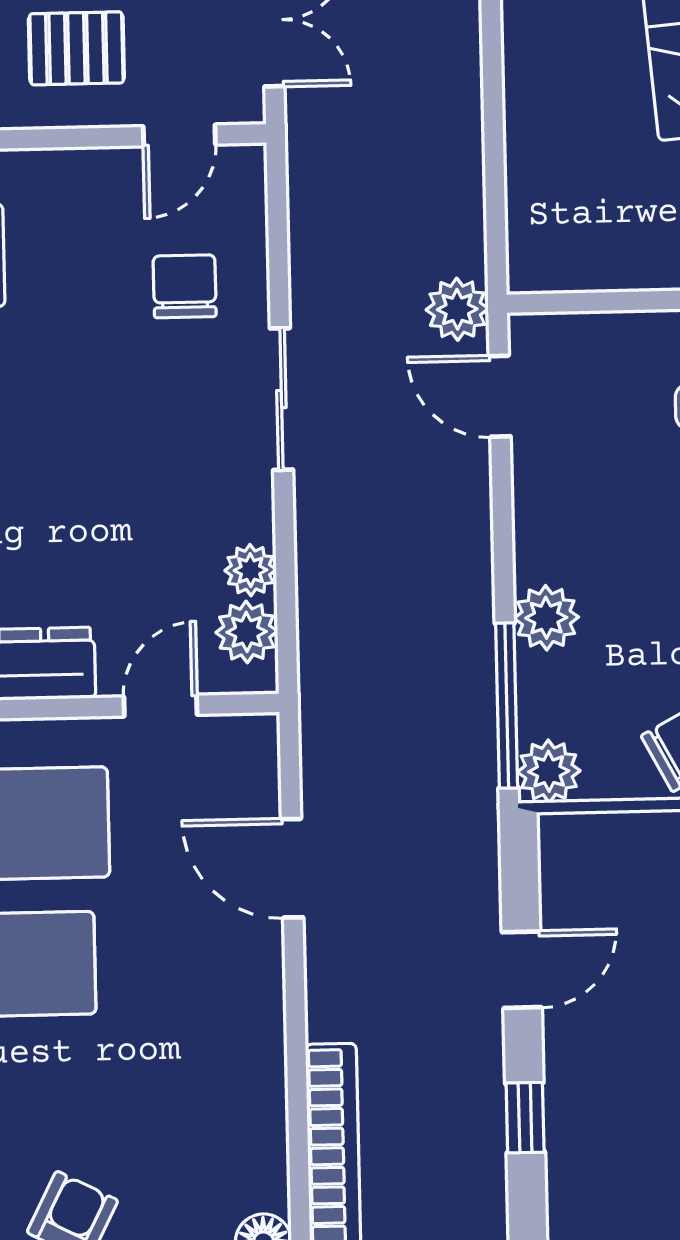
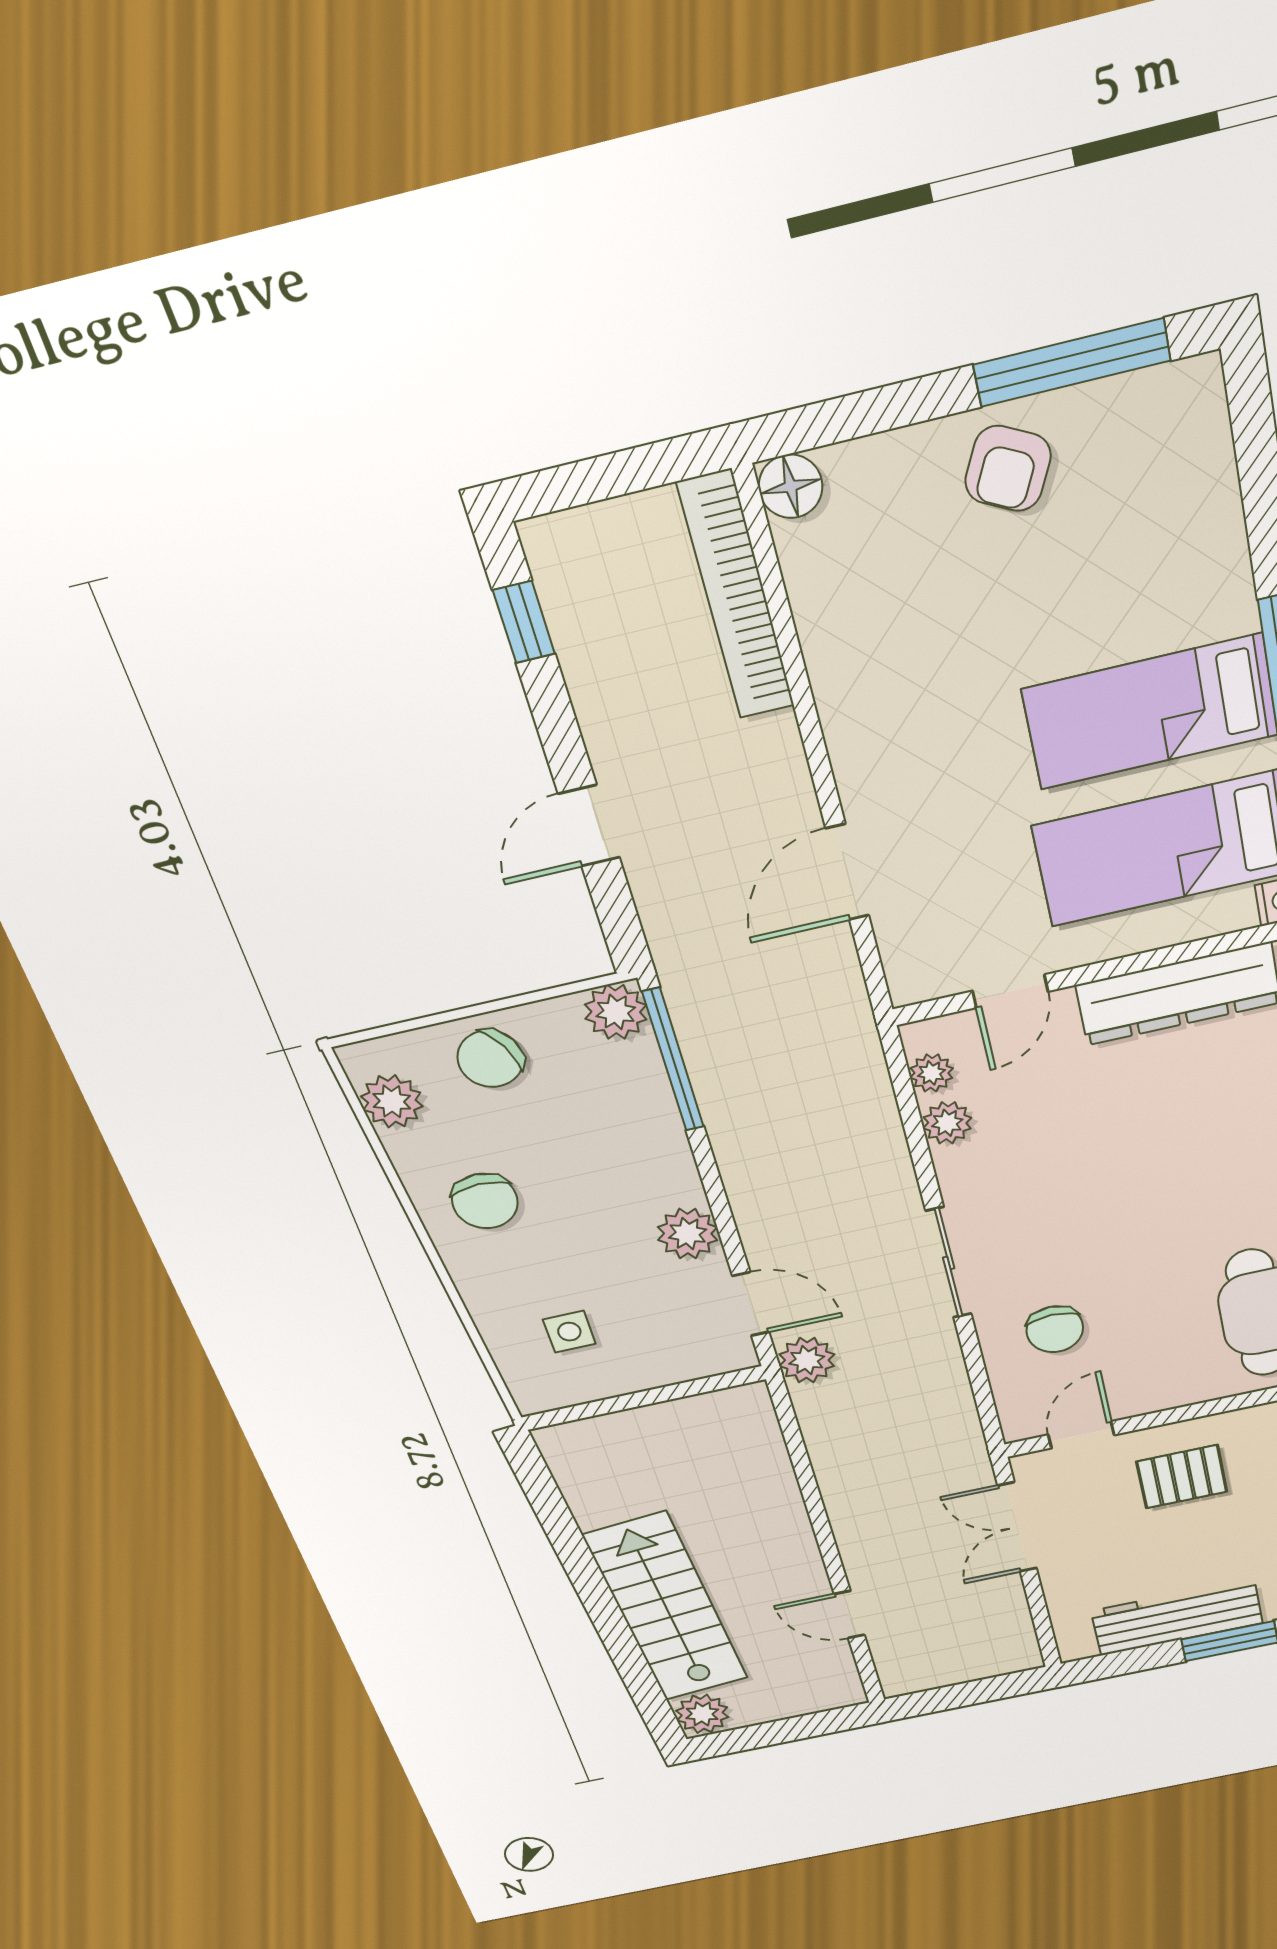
plant: (546, 618) -> (688, 1234), moved
plant: (247, 632) -> (931, 1073), width x0.73, depth x0.73
door: (292, 868) -> (847, 872), swing flipped
window: (525, 1118) -> (524, 622), moved

